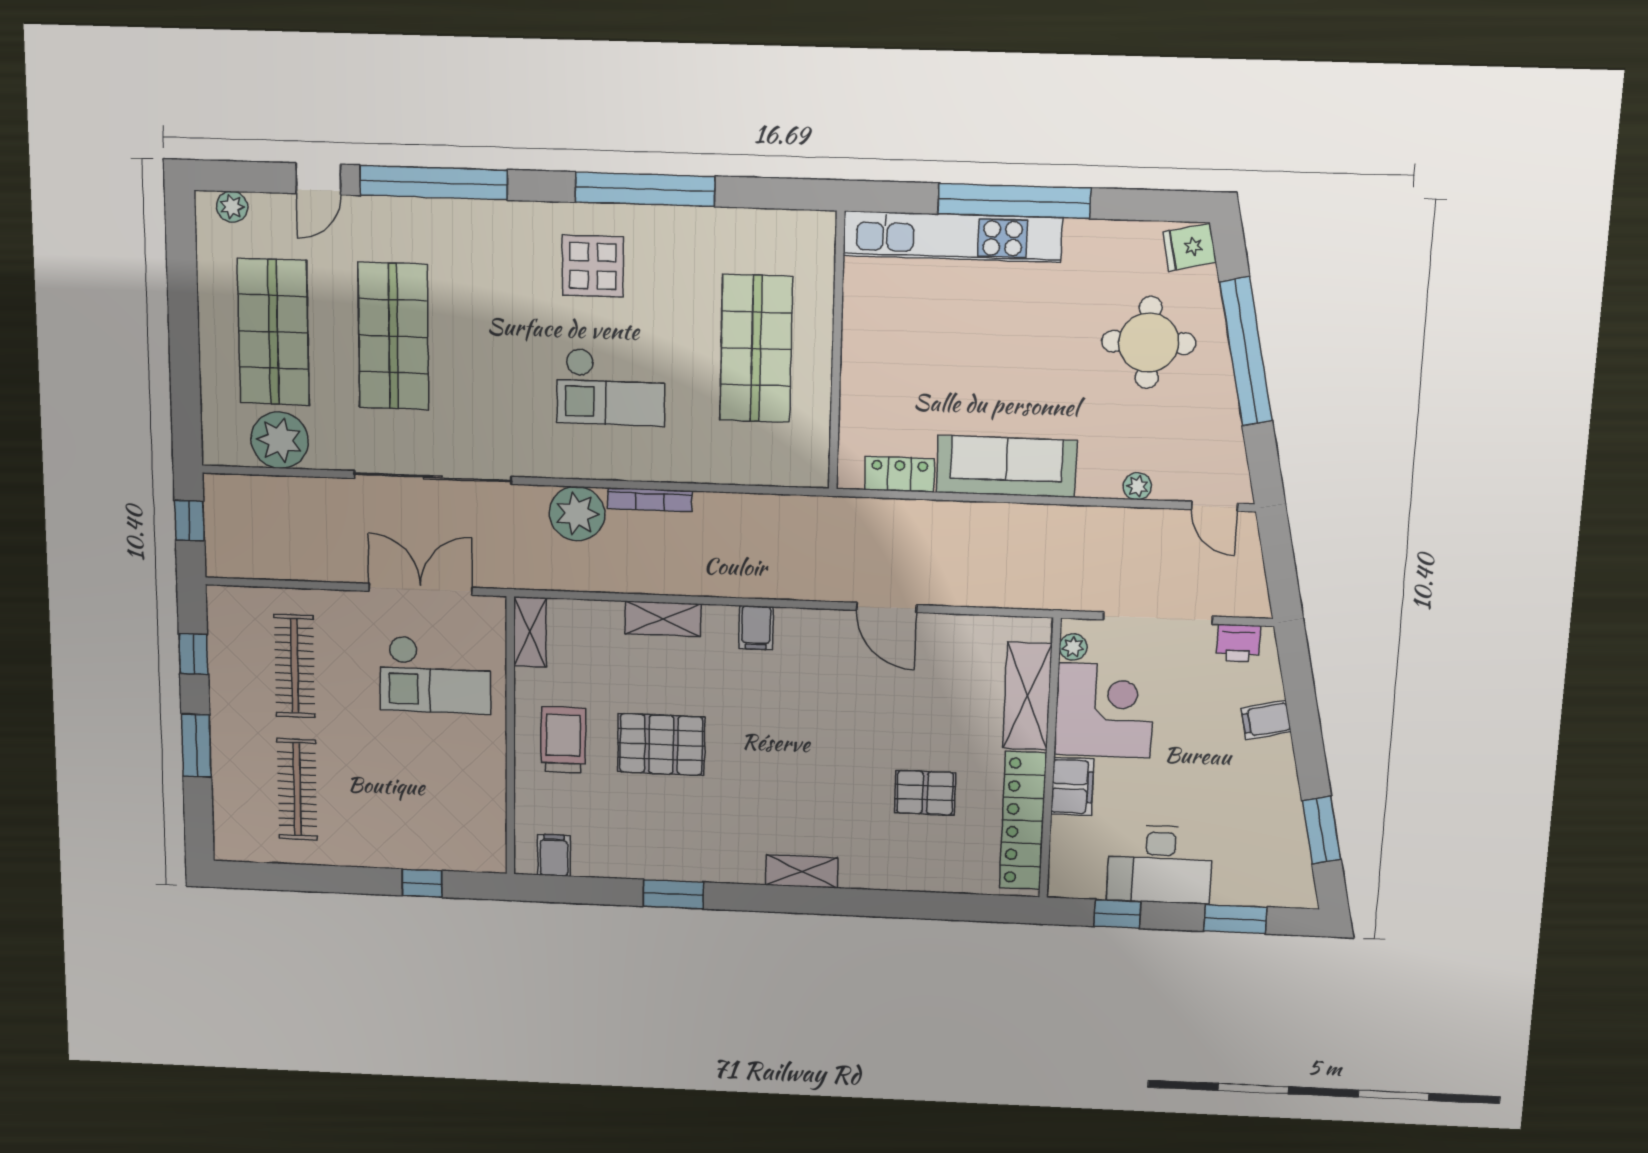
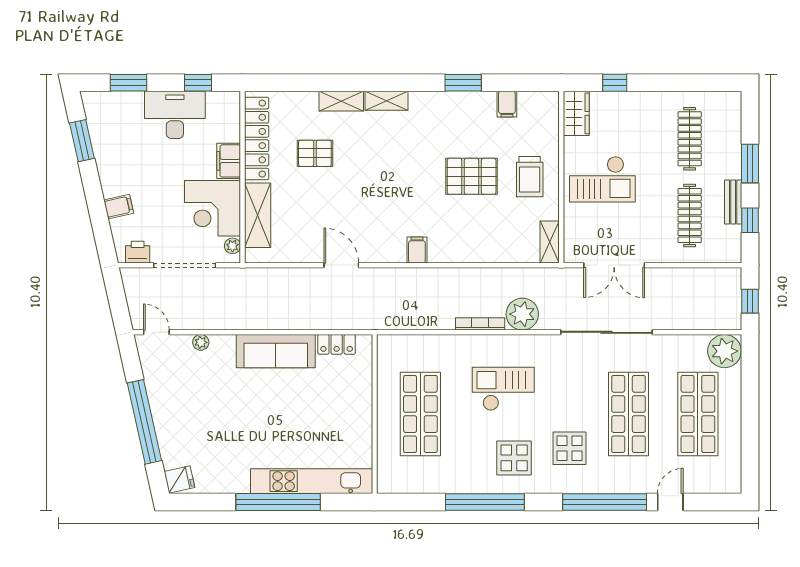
plant: (232, 207) -> (720, 485), removed
display table: (496, 280) -> (570, 448), added
round table: (1149, 342) -> (199, 425), removed
plant: (280, 440) -> (724, 351), moved
shelving: (663, 619) -> (341, 101), moved
checkout: (435, 675) -> (602, 179), moved, turned 180
bench: (222, 685) -> (733, 202), added
wardrobe: (486, 838) -> (576, 113), added
filing cabinet: (554, 855) -> (507, 104), moved

